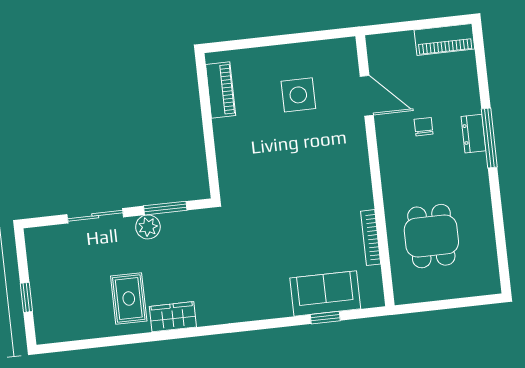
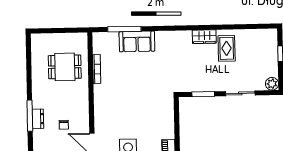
plant: (148, 227) -> (272, 84), moved
dining table: (431, 236) -> (65, 67), turned 90
sofa: (325, 293) -> (137, 41), moved
window: (325, 318) -> (124, 29), width x2.17

